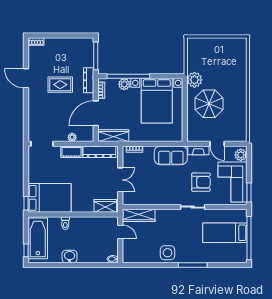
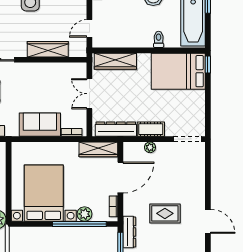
dresser: (89, 80) -> (129, 232), moved
sofa: (171, 155) -> (40, 125), moved
wardrobe: (105, 206) -> (115, 61), width x1.50
wardrobe: (139, 215) -> (48, 49), moved
door: (120, 232) -> (89, 28), hinge flipped

